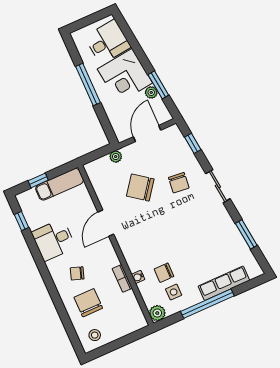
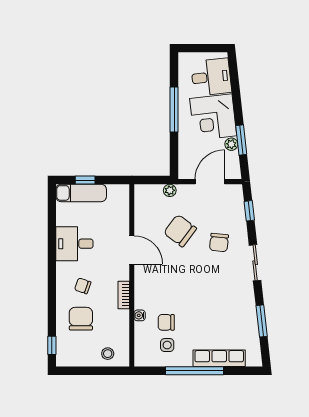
exam couch: (60, 184) -> (81, 193), moved
window: (22, 221) -> (52, 345), moved
door: (106, 223) -> (132, 250), swing flipped
bookcase: (122, 278) -> (124, 295), moved
plant: (157, 313) -> (143, 358), removed
stool: (95, 335) -> (108, 354), moved

